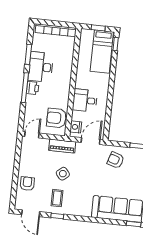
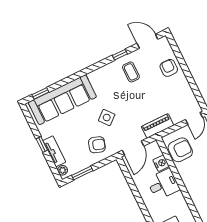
nightstand: (76, 127) -> (161, 163), moved
side table: (63, 174) -> (107, 118), moved
armchair: (27, 184) -> (169, 68), turned 180

